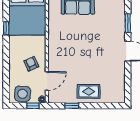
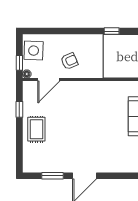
window: (128, 23) -> (52, 176), moved
door: (47, 81) -> (49, 79), hinge flipped

